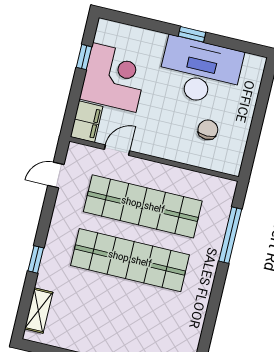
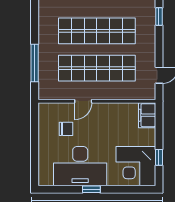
corner desk: (114, 78) -> (136, 166), moved
chair: (208, 130) -> (66, 129), turned -90
door: (117, 150) -> (83, 101), moved

